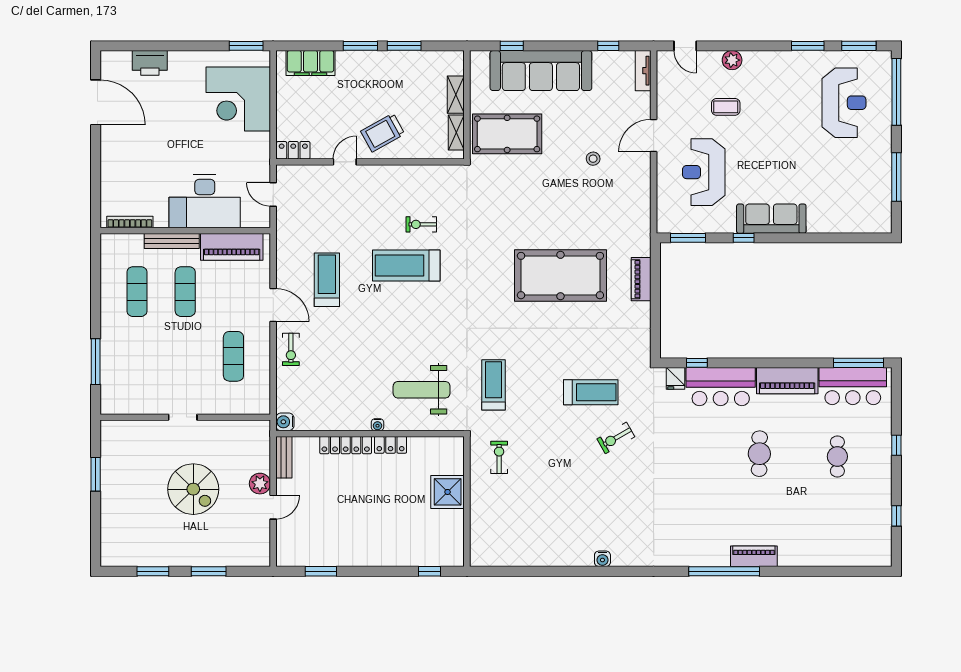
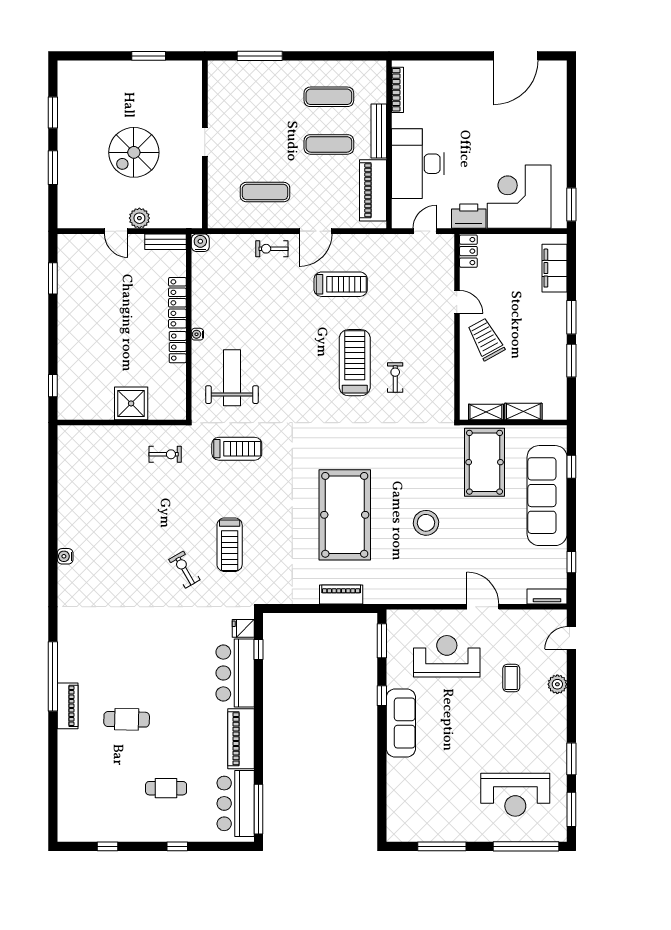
printer: (150, 63) -> (469, 216), moved, turned 90
stool: (593, 159) -> (426, 523), moved, width x1.89, depth x1.89
cafe table: (759, 454) -> (127, 719), moved

